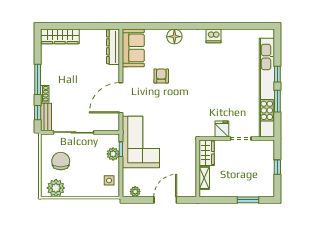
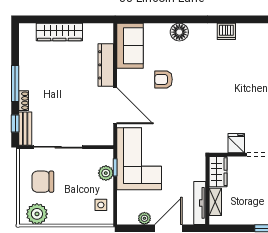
wardrobe: (60, 36) -> (59, 32), moved
dresser: (113, 47) -> (106, 65), moved
armchair: (161, 76) -> (164, 79), turned -90
door: (121, 98) -> (115, 106), swing flipped
chair: (61, 161) -> (43, 182), turned -90
tv unit: (191, 179) -> (200, 203), added
plant: (135, 192) -> (144, 218), moved

